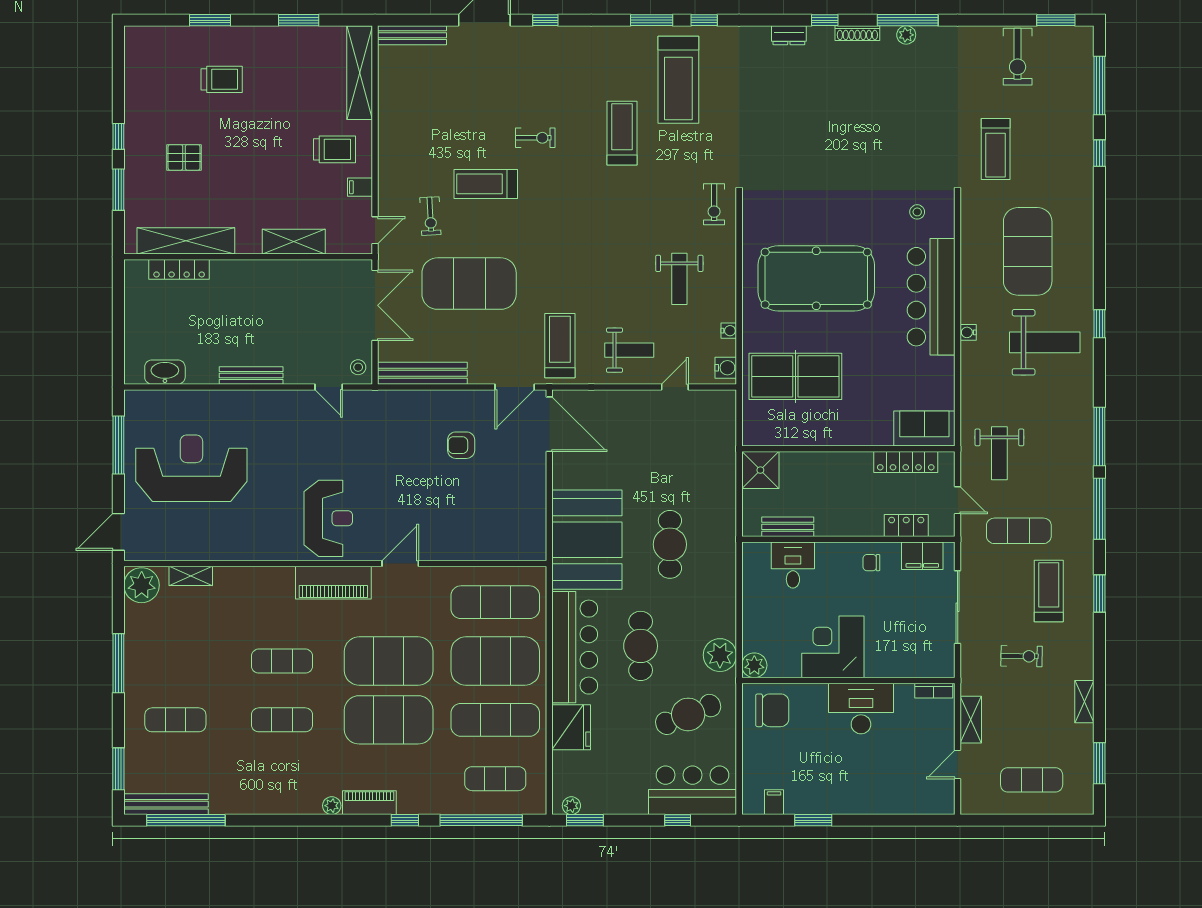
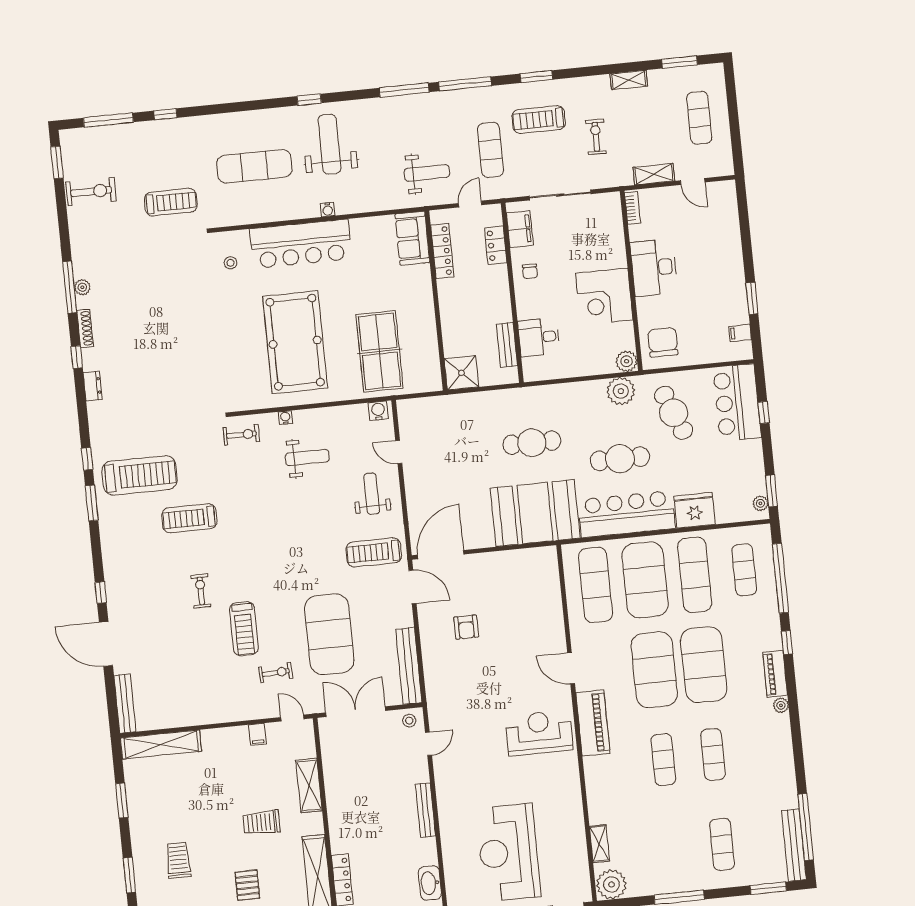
trolley: (334, 149) -> (261, 823), moved, turned -90
exercise mat: (1028, 251) -> (254, 166), width x0.68
water cooler: (729, 331) -> (285, 418), moved

